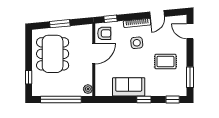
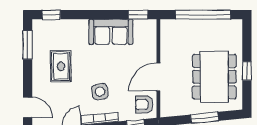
rug: (165, 61) -> (61, 66), turned 90
window: (29, 77) -> (247, 71), moved
plant: (88, 89) -> (166, 29), removed
window: (144, 99) -> (138, 15), moved

